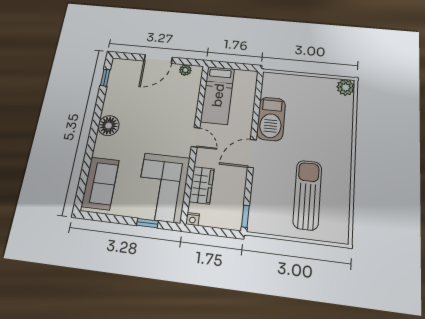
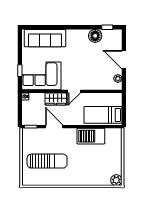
bed: (218, 95) -> (103, 115), moved
floor lamp: (109, 126) -> (95, 36), moved
door: (252, 153) -> (54, 127), moved
sofa: (100, 183) -> (45, 38), width x1.36
wardrobe: (202, 185) -> (56, 99), moved

